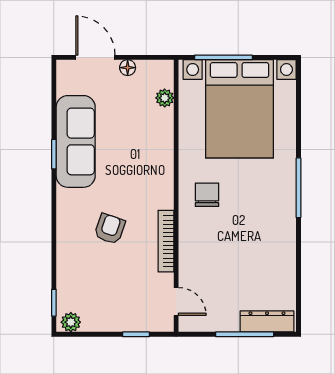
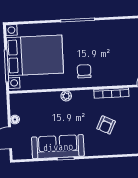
plant: (165, 98) -> (66, 96), moved
chair: (207, 195) -> (84, 71), turned 90
armchair: (110, 229) -> (106, 125), turned -83

